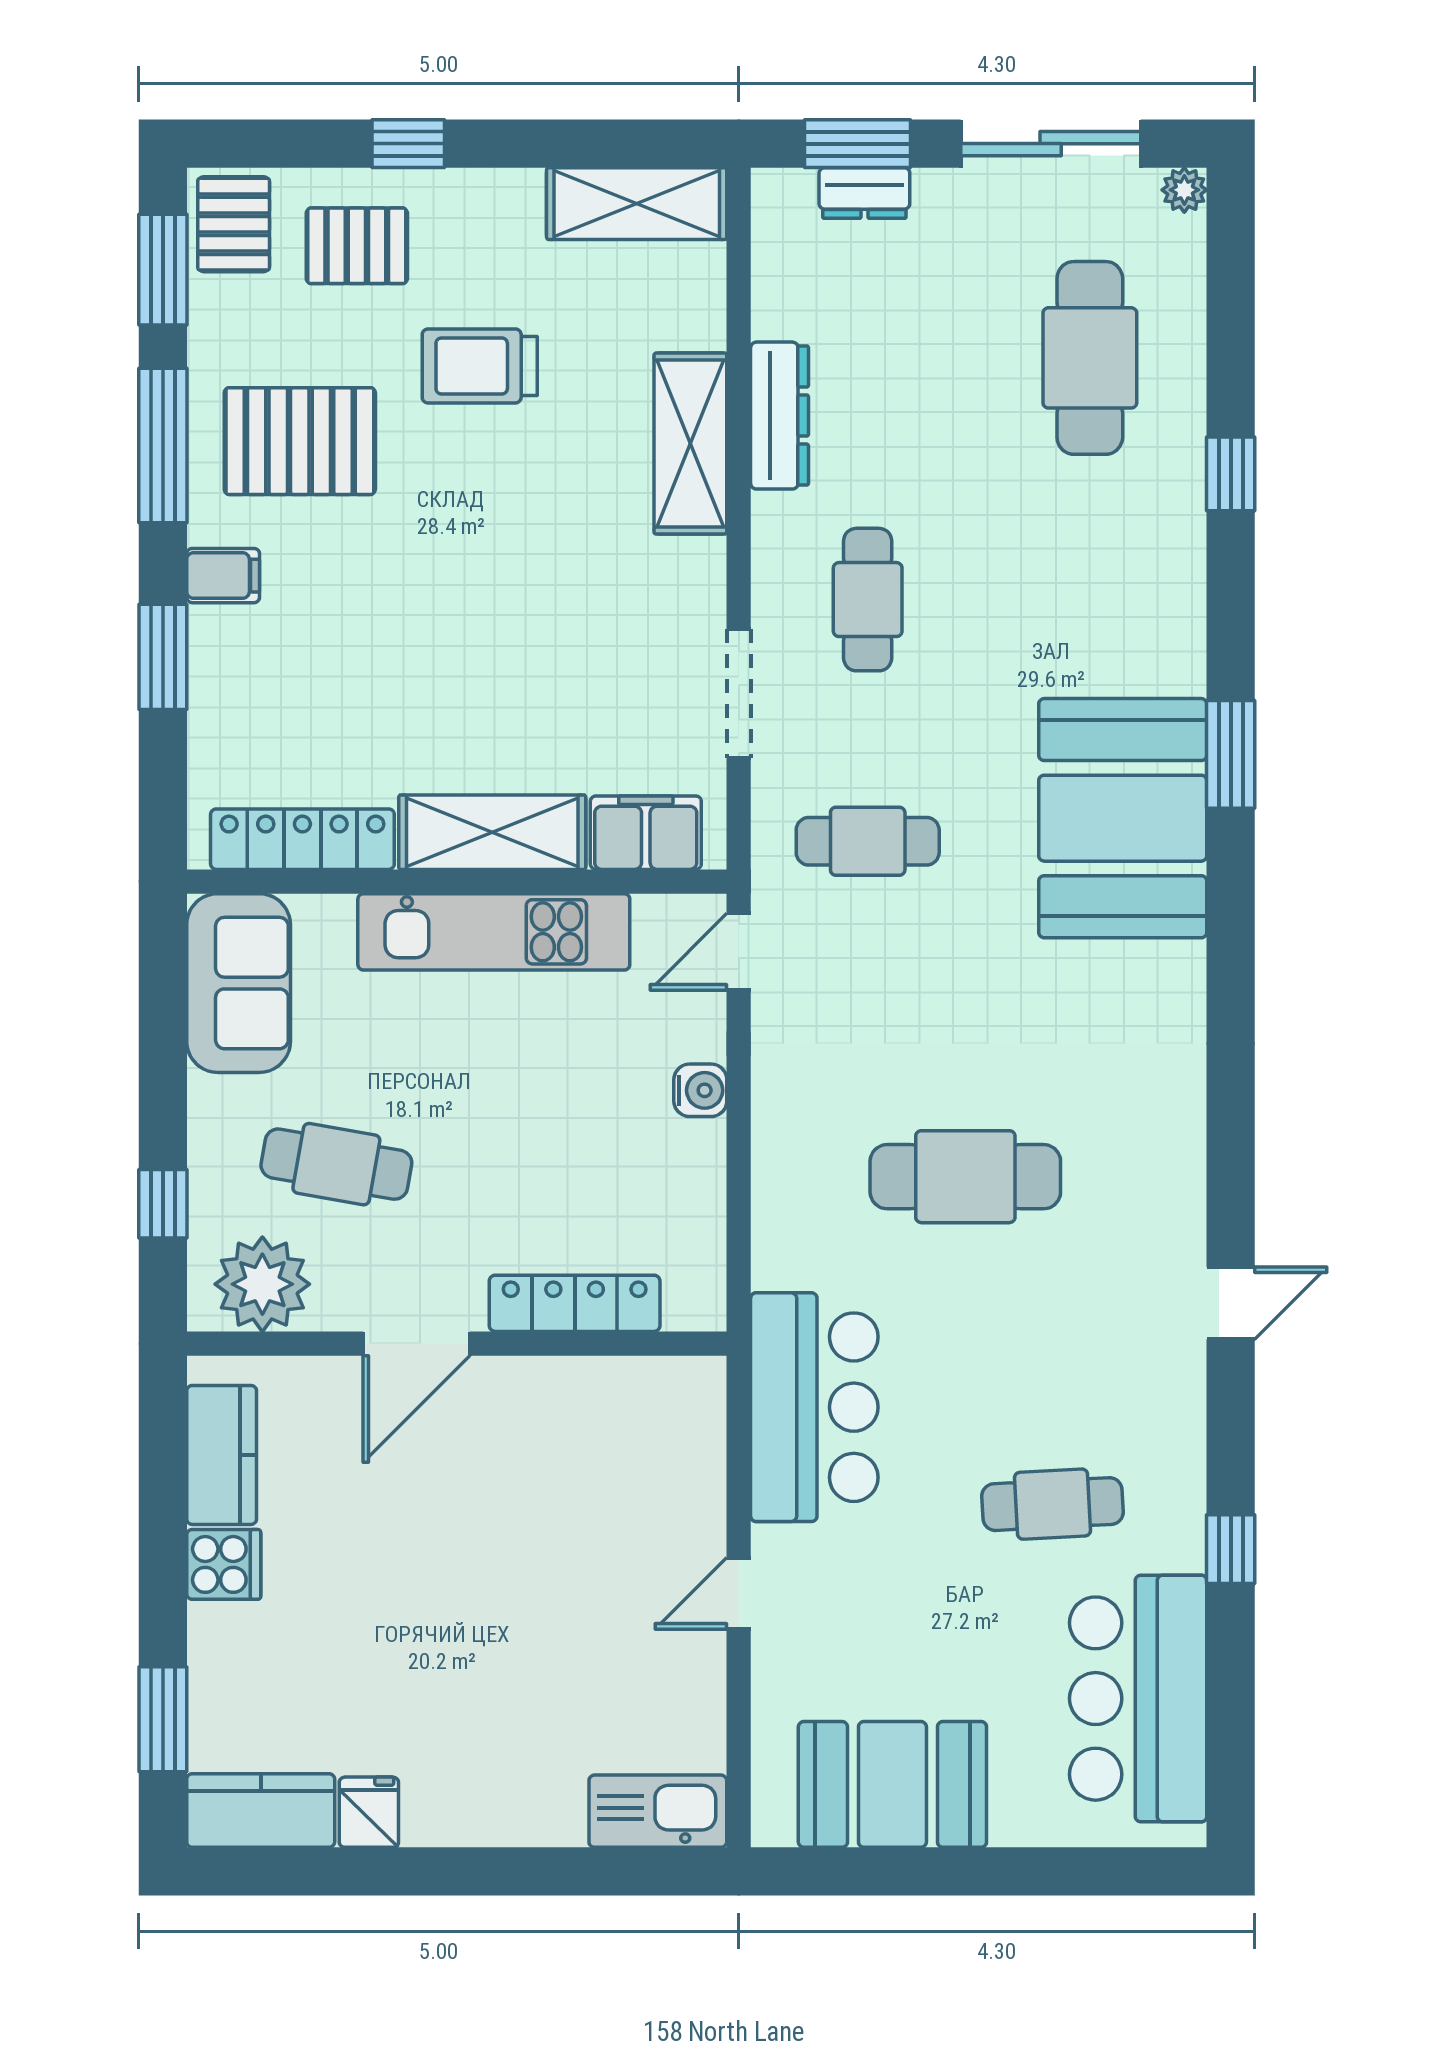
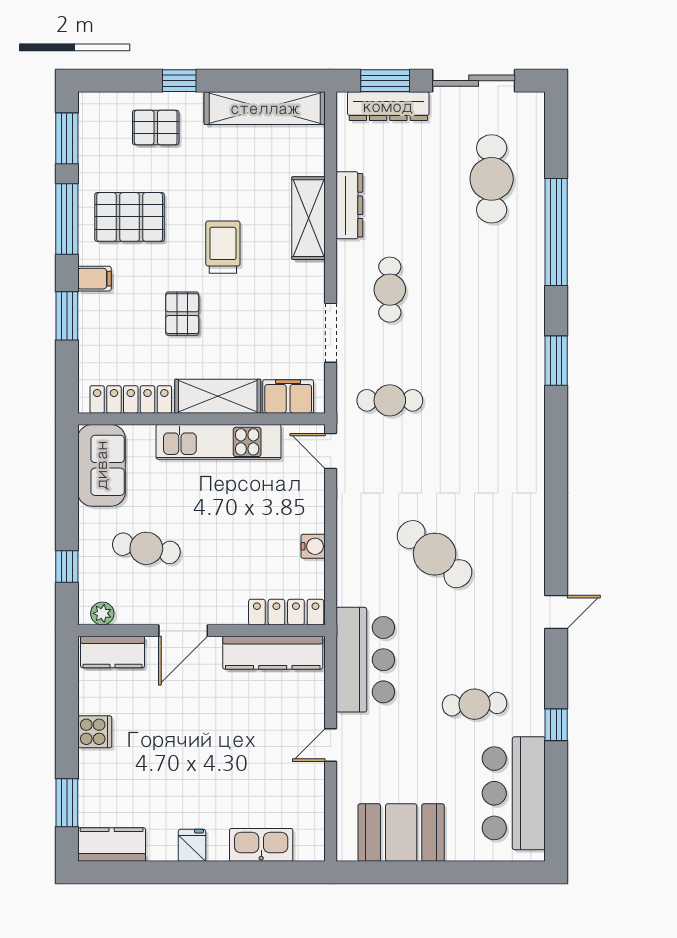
plant: (1184, 190) -> (535, 102), removed
dresser: (864, 193) -> (388, 106), width x1.96, depth x1.24
shelving: (637, 204) -> (265, 108), width x1.47
pallet: (234, 224) -> (182, 314), moved
trolley: (480, 366) -> (223, 247), moved, turned 90
window: (1231, 474) -> (556, 232), width x3.17
booth: (1123, 818) -> (507, 390), removed
door: (739, 952) -> (331, 451), hinge flipped
water cooler: (700, 1090) -> (313, 546), moved
cafe table: (965, 1177) -> (435, 554), turned 40
plant: (262, 1284) -> (102, 613), width x0.53, depth x0.53
locker: (575, 1303) -> (286, 612), moved
kitchen counter: (612, 1392) -> (273, 653), added
kitchen counter: (222, 1455) -> (113, 652), moved, turned 90
kitchen sink: (658, 1811) -> (261, 845), moved
fridge: (369, 1812) -> (192, 845), moved

